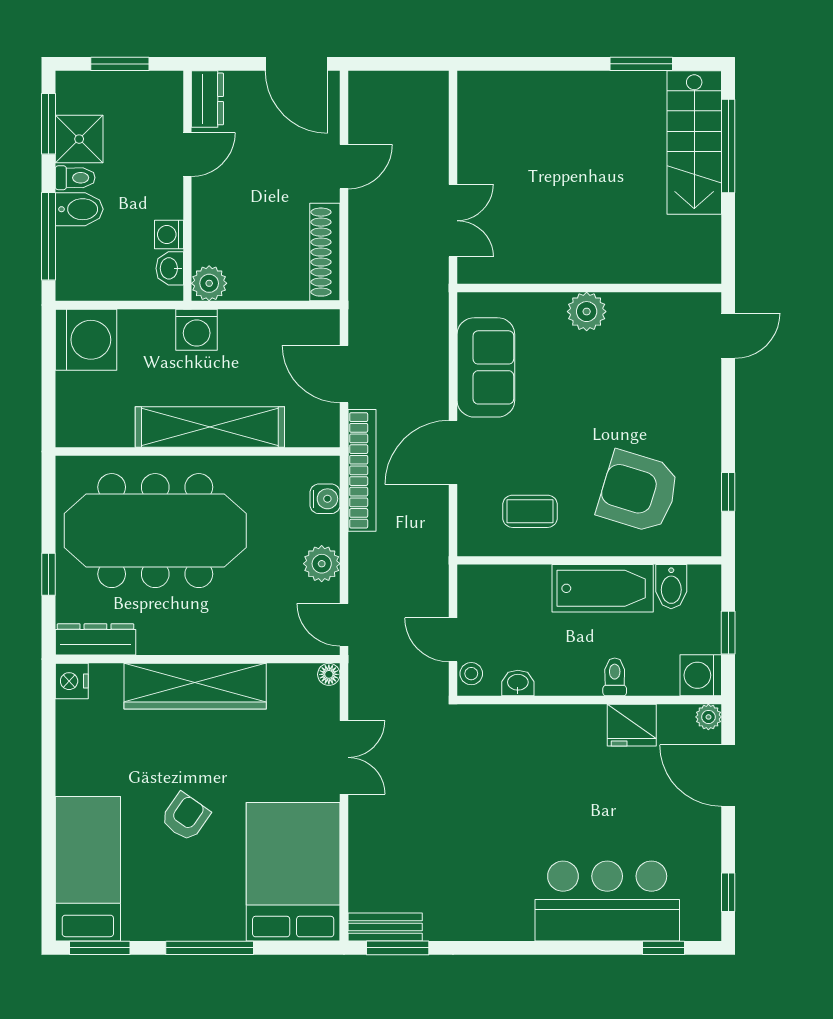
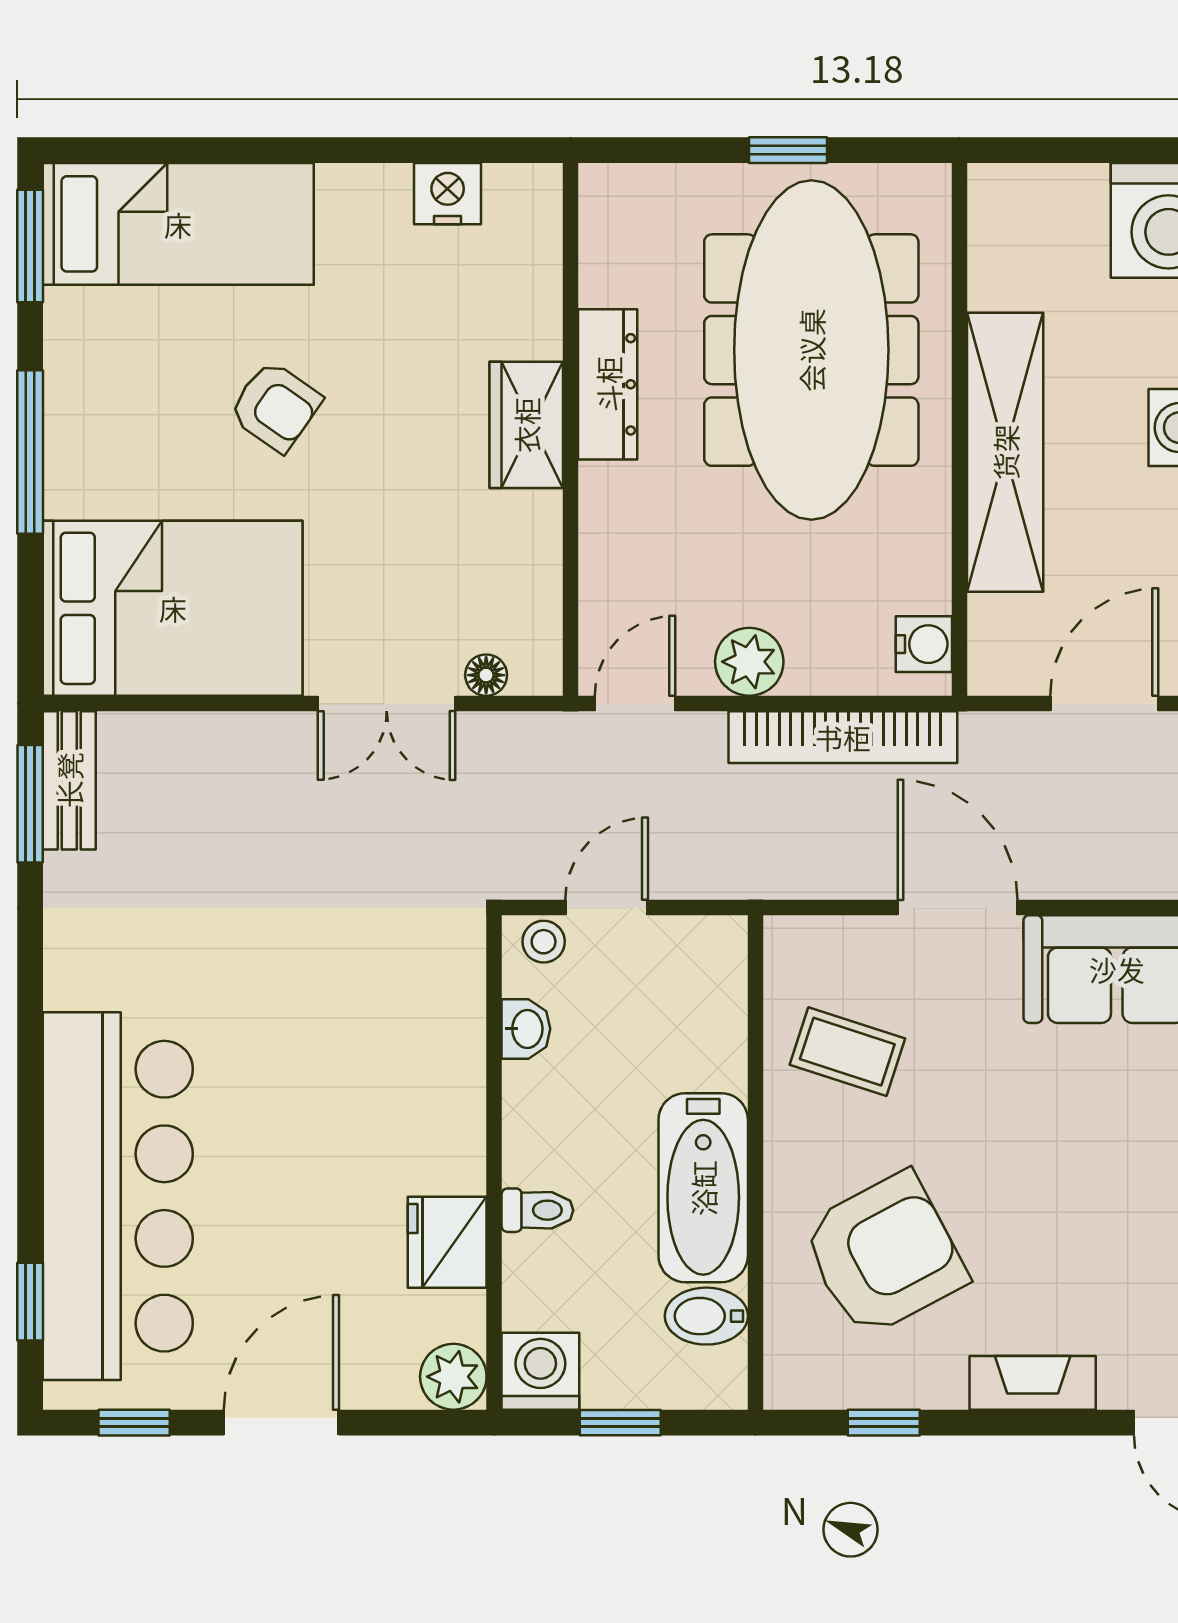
fireplace: (707, 412) -> (1033, 1383), added
bookcase: (362, 470) -> (843, 737), moved
armchair: (638, 492) -> (884, 1254), turned 45
water cooler: (325, 499) -> (924, 644), moved, turned -90
coffee table: (530, 511) -> (847, 1052), turned -72
window: (48, 574) -> (788, 150), moved
dresser: (95, 639) -> (608, 384), moved
floor lamp: (329, 674) -> (486, 675), moved
nightstand: (72, 681) -> (448, 194), moved
wardrobe: (195, 686) -> (526, 425), width x0.48, depth x0.85
plant: (708, 717) -> (453, 1377), width x1.38, depth x1.38
door: (728, 776) -> (281, 1423), moved
bar counter: (607, 901) -> (118, 1196), width x1.36

